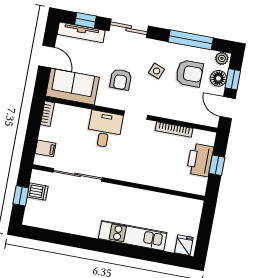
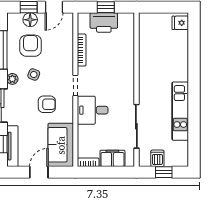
plant: (222, 58) -> (12, 79), moved
filing cabinet: (45, 148) -> (112, 158), width x2.00
kitchen unit: (133, 236) -> (180, 111), moved

